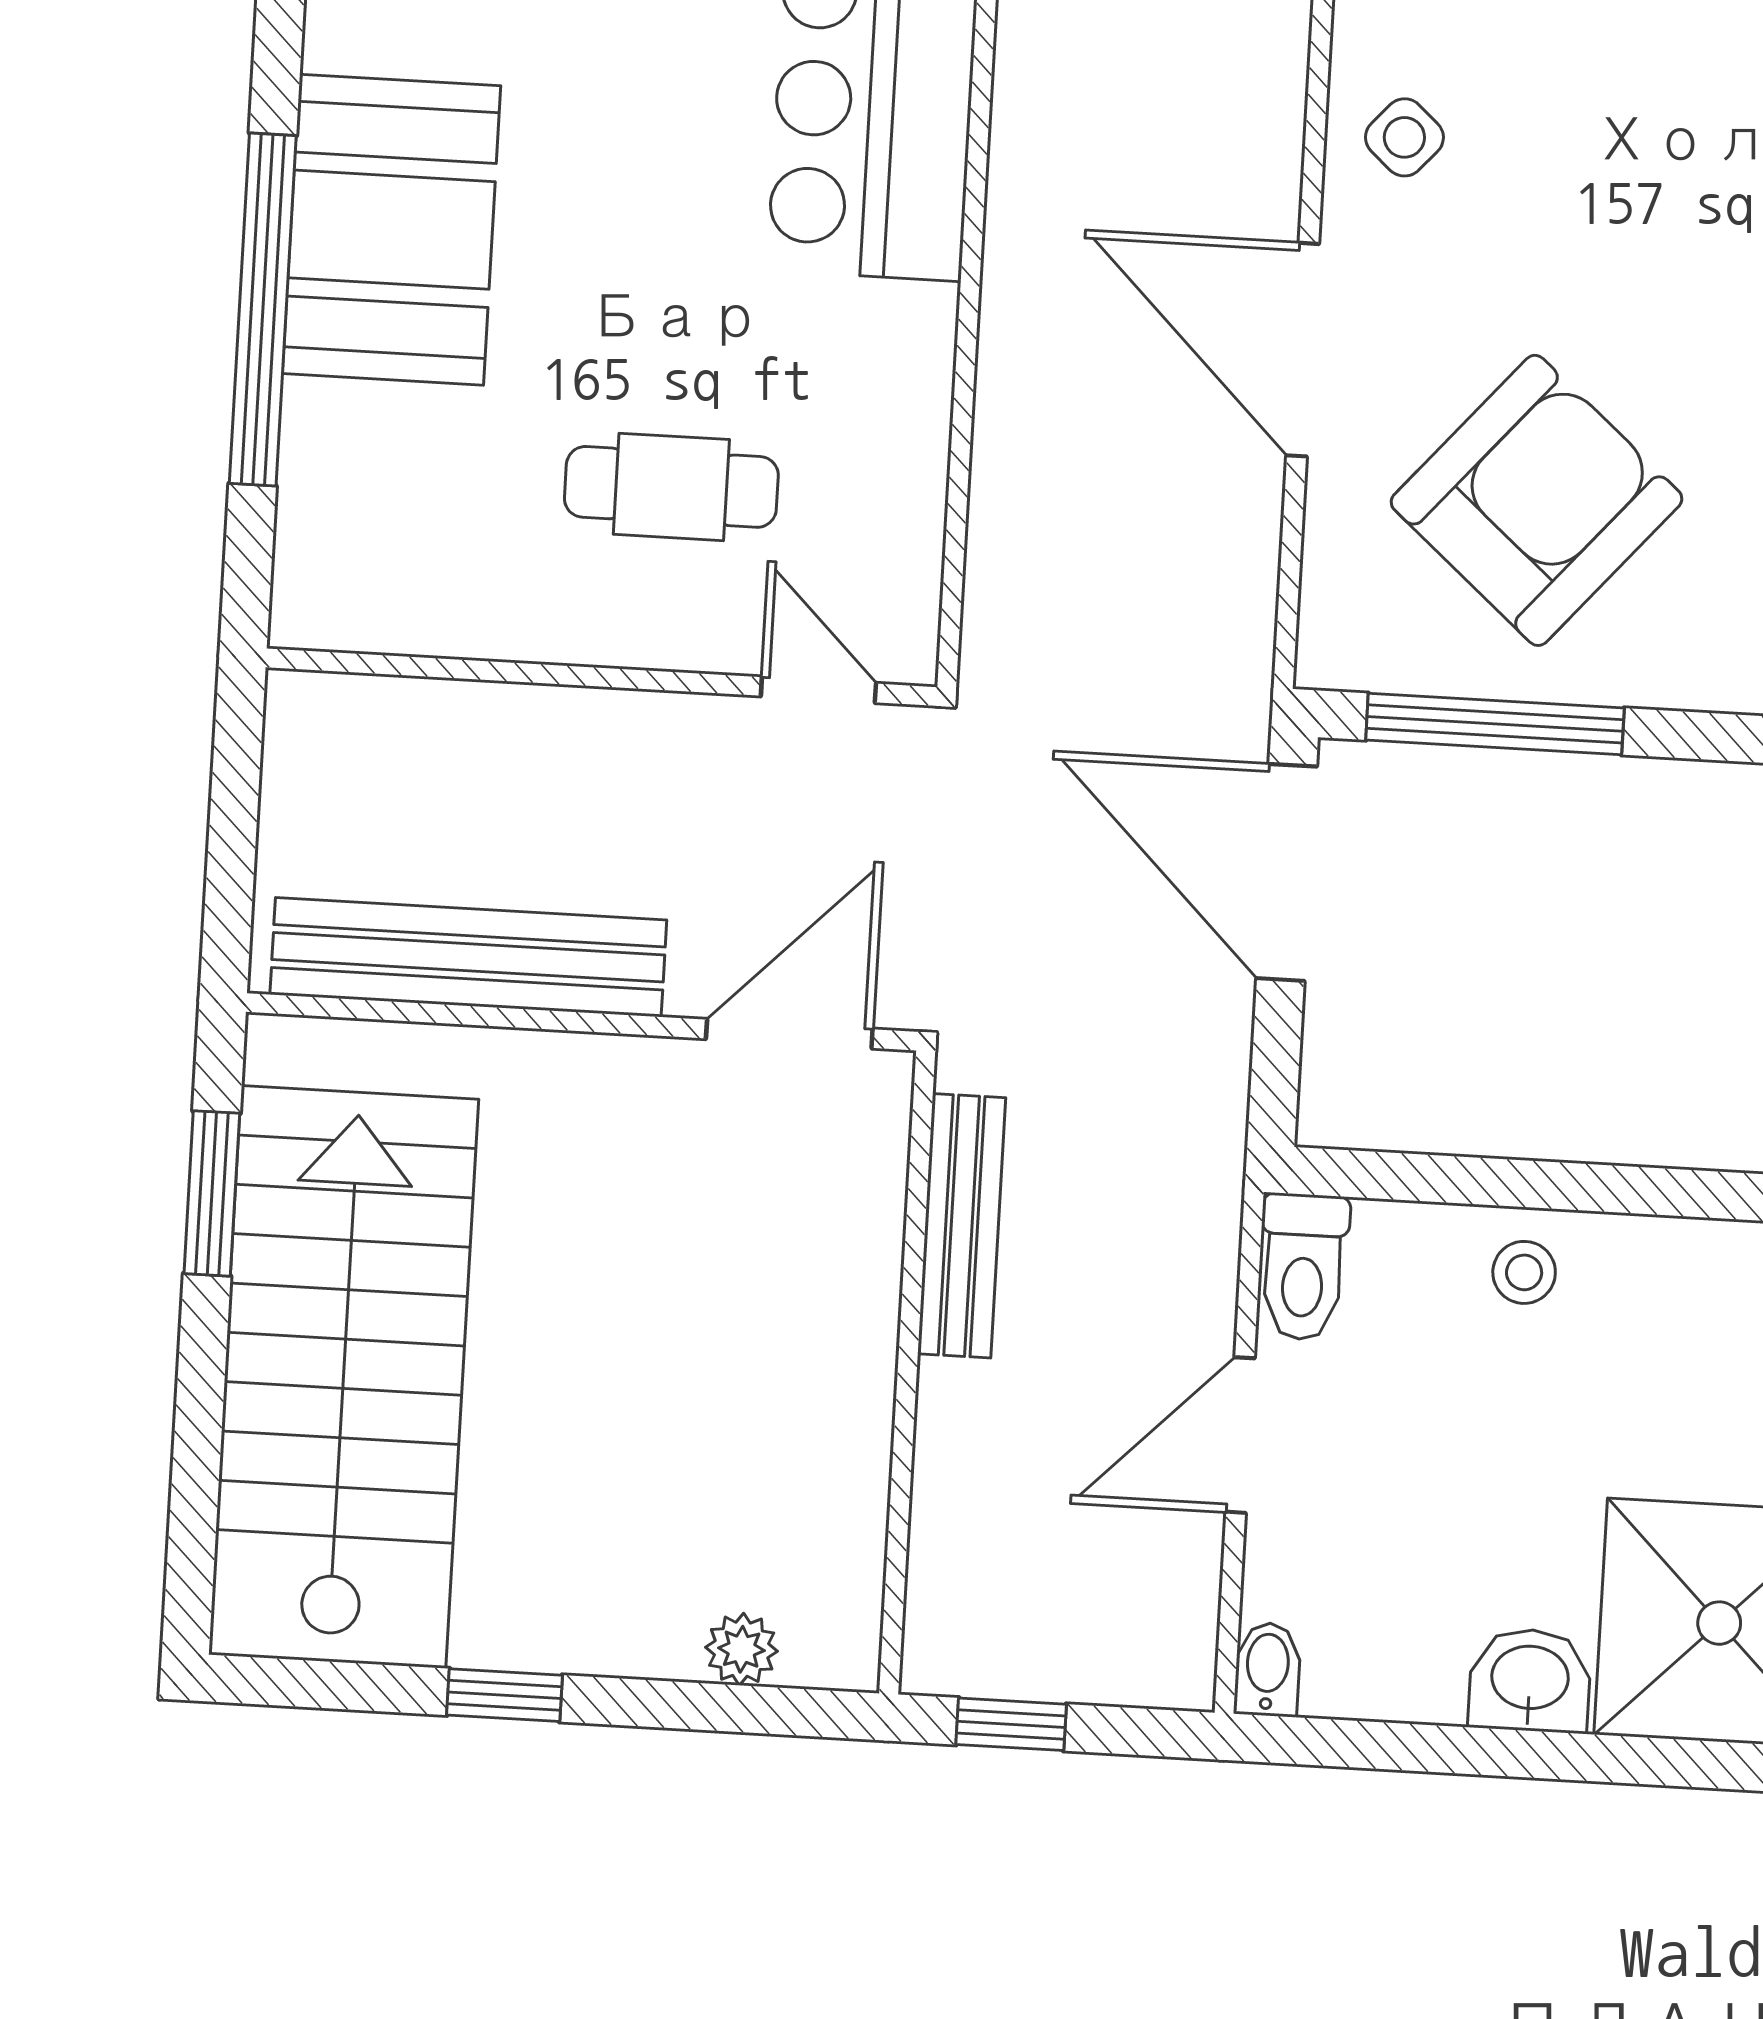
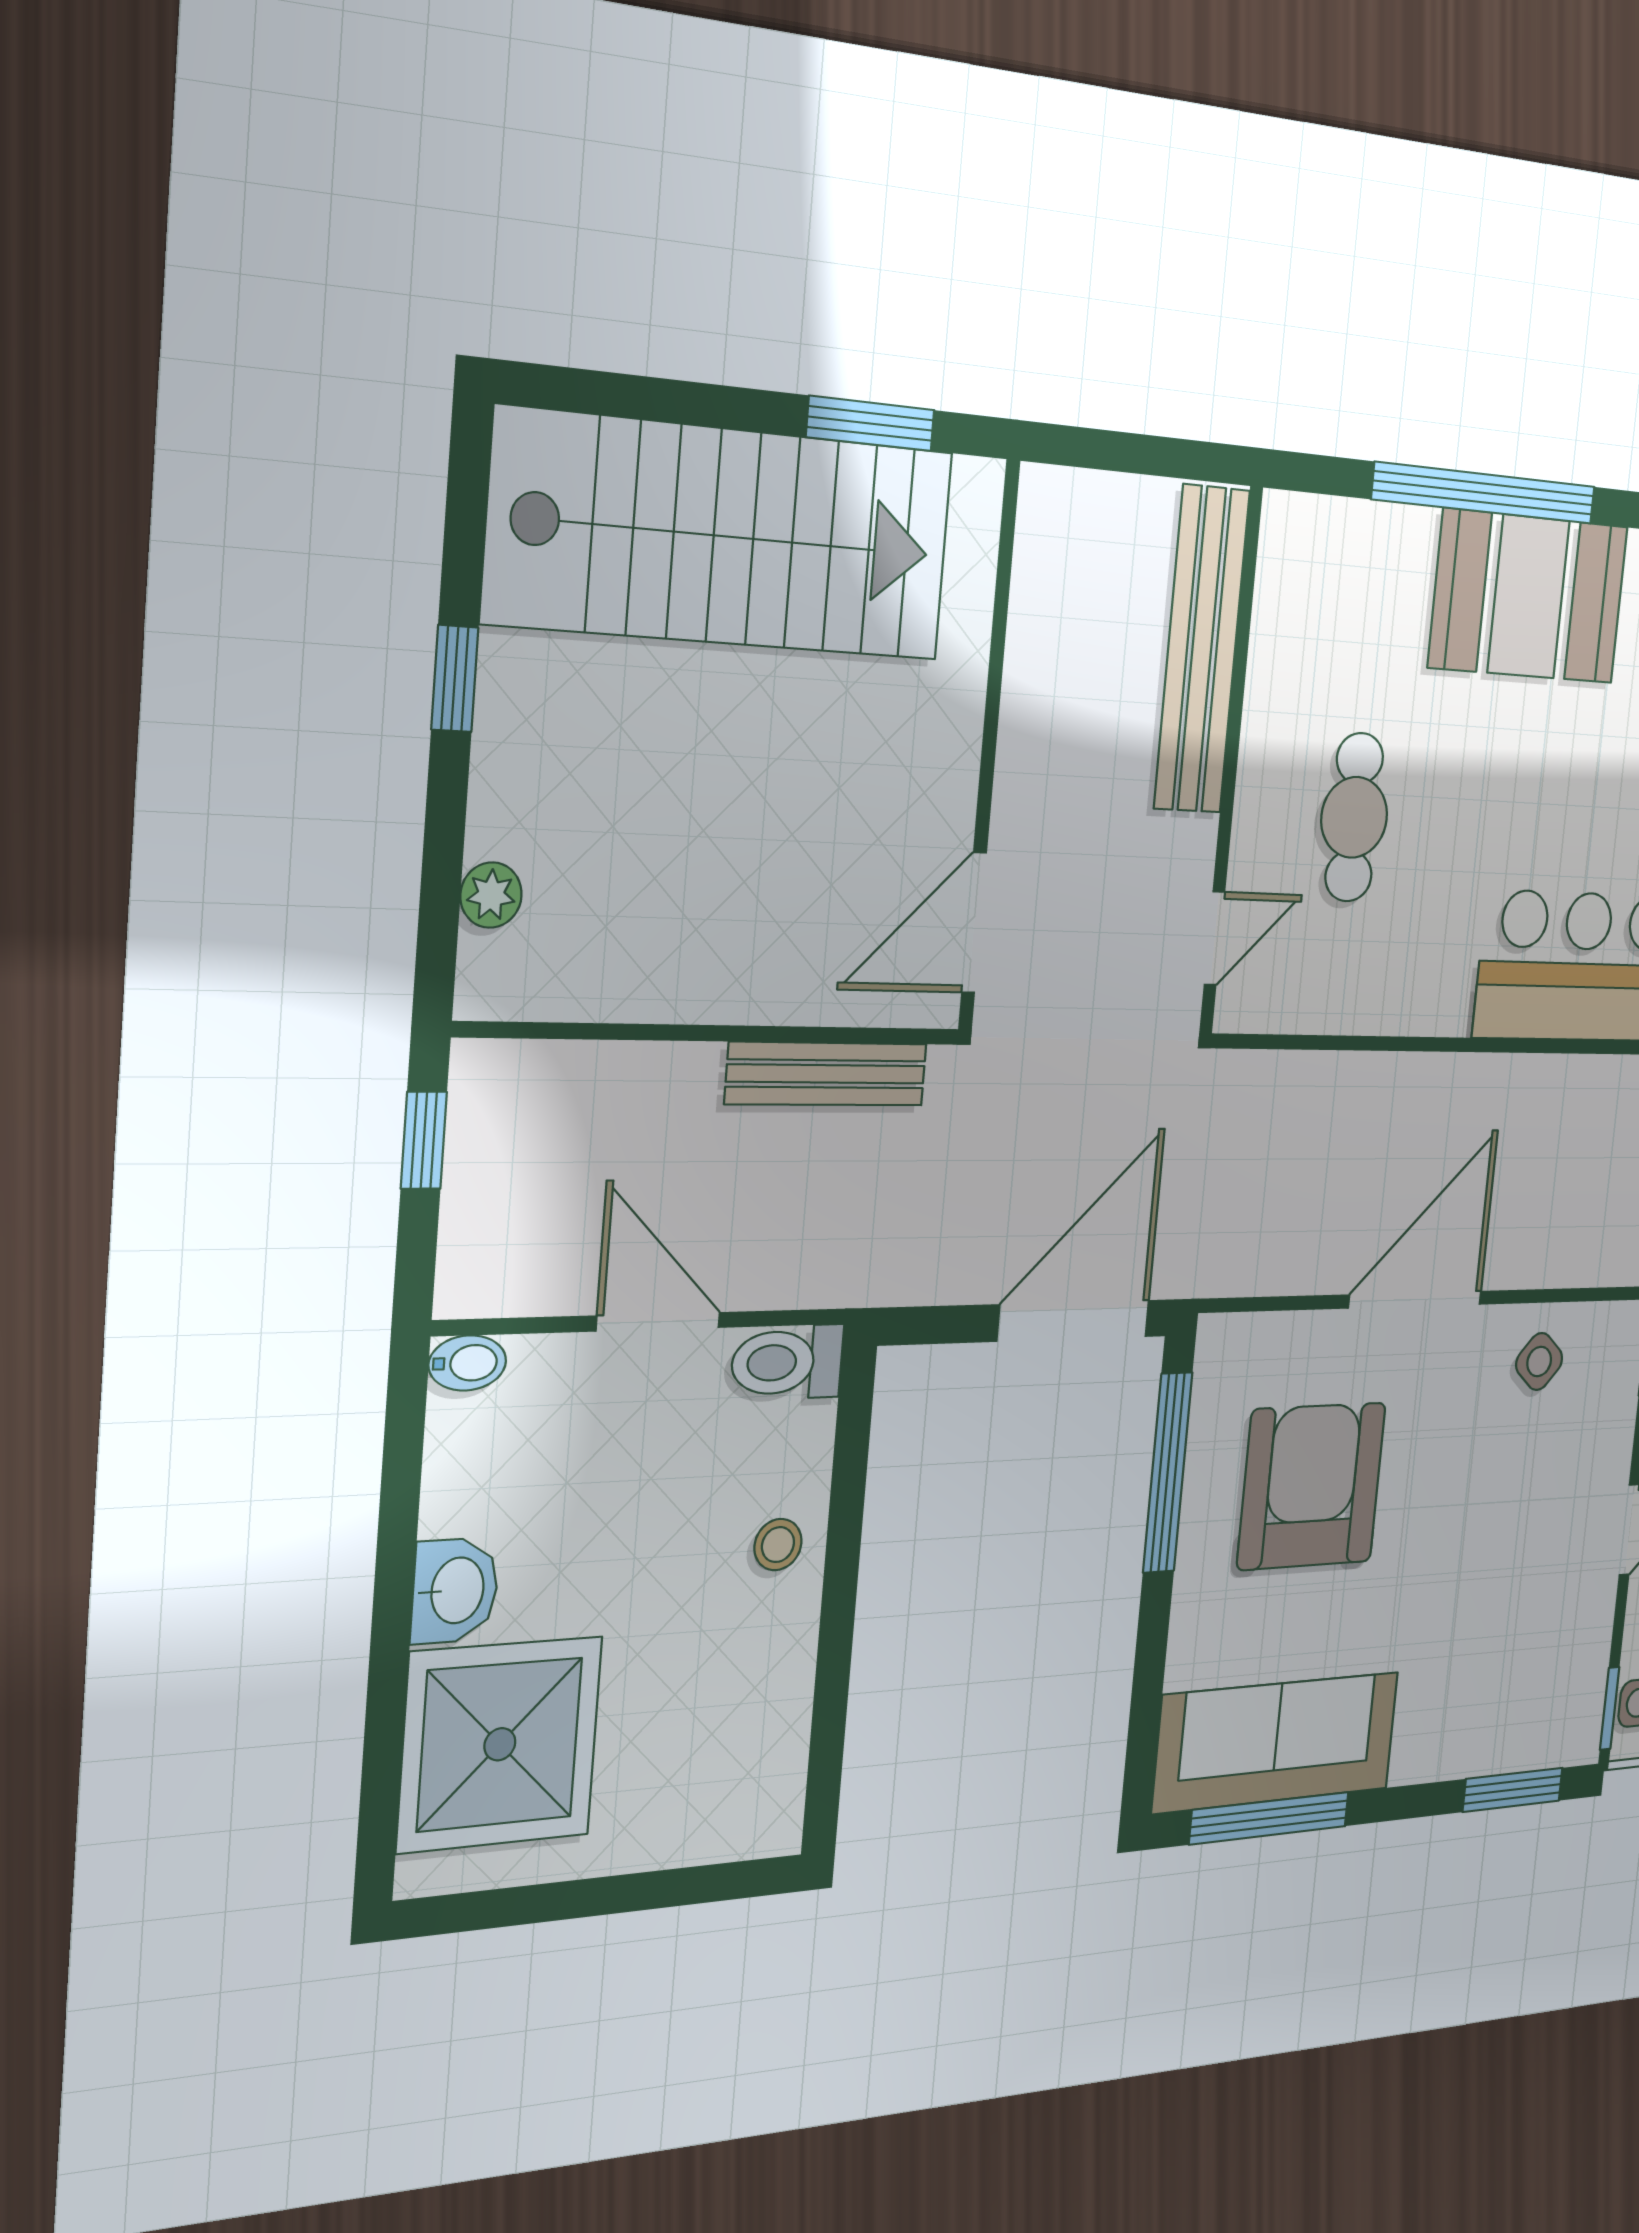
armchair: (1537, 500) -> (1312, 1486), turned -131
bench: (468, 957) -> (1202, 650), moved
door: (789, 1034) -> (974, 923), swing flipped

